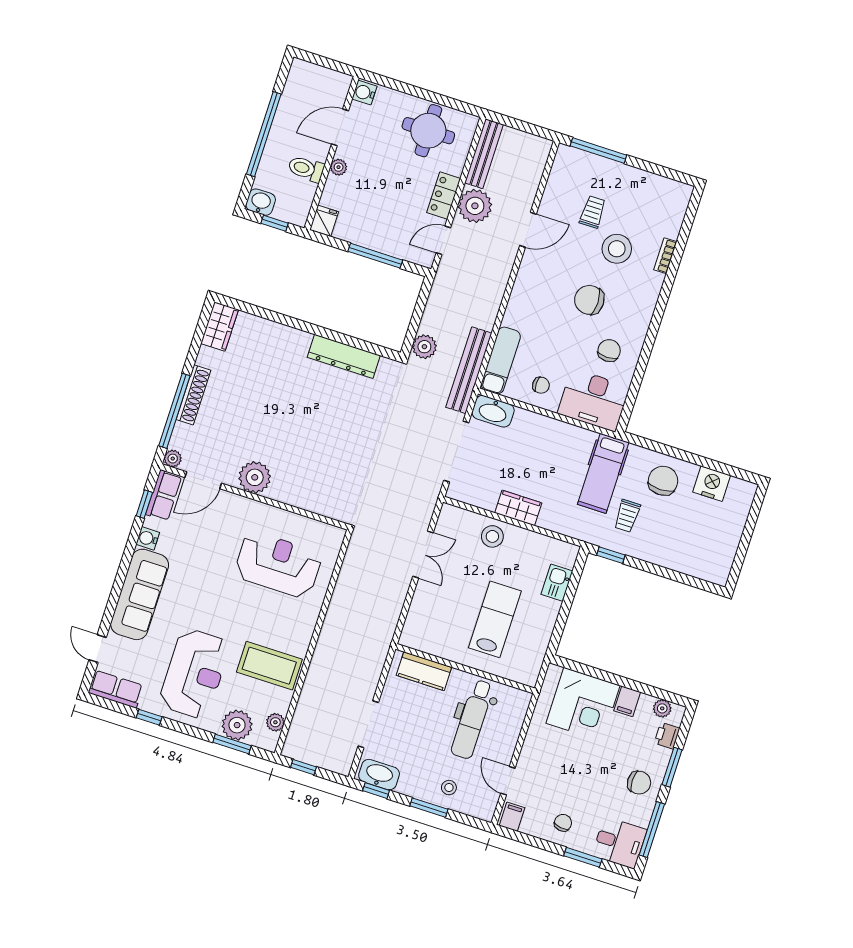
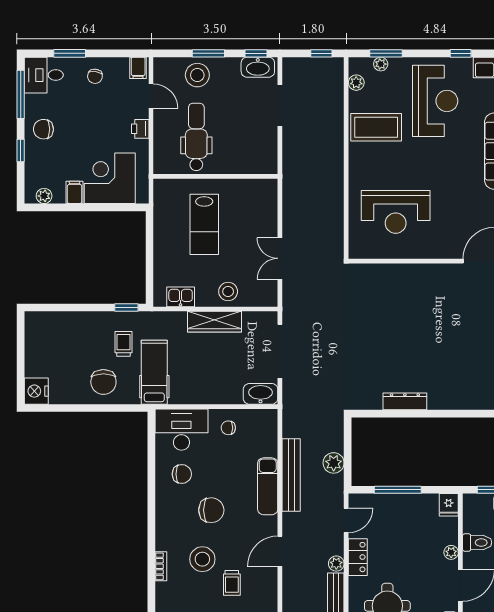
plant: (475, 206) -> (336, 564), width x0.53, depth x0.53
plant: (424, 347) -> (334, 463), moved
chair: (609, 351) -> (182, 474), turned -90
dresser: (344, 356) -> (405, 401), width x0.73, depth x0.80
exam couch: (501, 360) -> (268, 486), moved
bench: (469, 370) -> (291, 475), moved
plant: (255, 477) -> (438, 277), removed
nightstand: (712, 484) -> (36, 391), moved, turned 90
wardrobe: (518, 508) -> (214, 322), width x1.50
kitchen sink: (557, 583) -> (181, 297), moved, turned -90
kitchen counter: (424, 671) -> (248, 163), removed
reception desk: (194, 674) -> (435, 101), turned 180
plant: (237, 725) -> (381, 64), width x0.53, depth x0.53
printer: (667, 736) -> (140, 129), moved, turned 180
window: (672, 767) -> (21, 150), width x0.67
stool: (449, 788) -> (197, 75), width x1.89, depth x1.89

